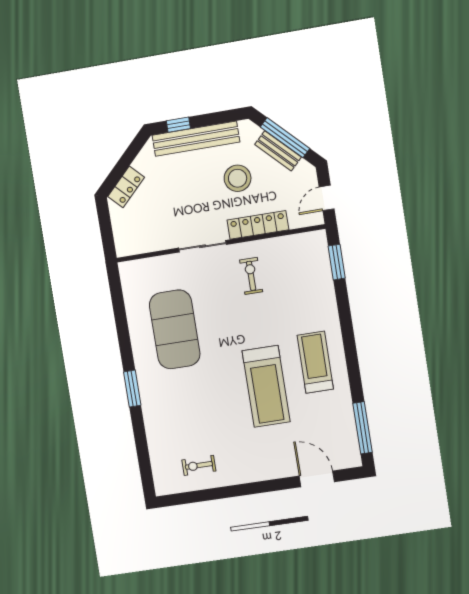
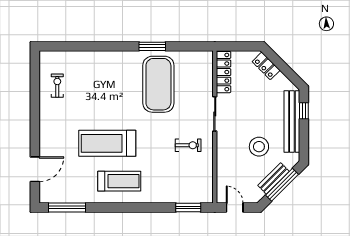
locker: (258, 225) -> (224, 72), moved
exercise mat: (175, 329) -> (158, 84), turned 90
window: (132, 389) -> (152, 46), moved

